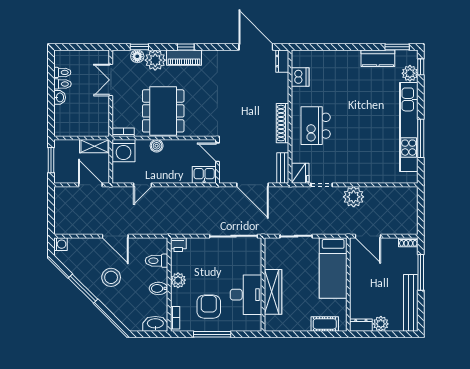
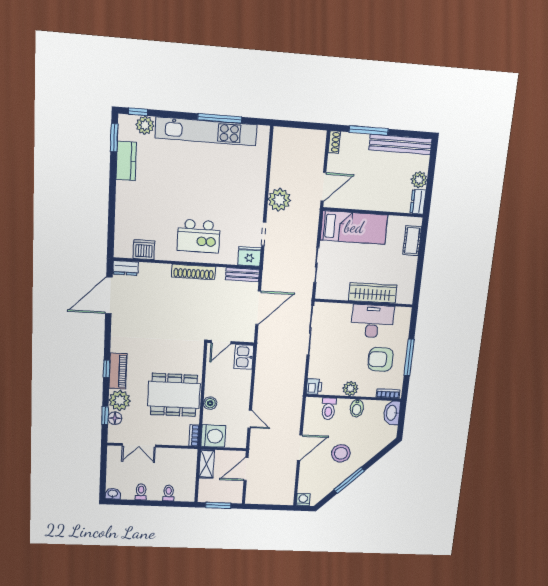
toilet: (62, 72) -> (169, 493), moved
washbasin: (60, 97) -> (113, 494), moved

